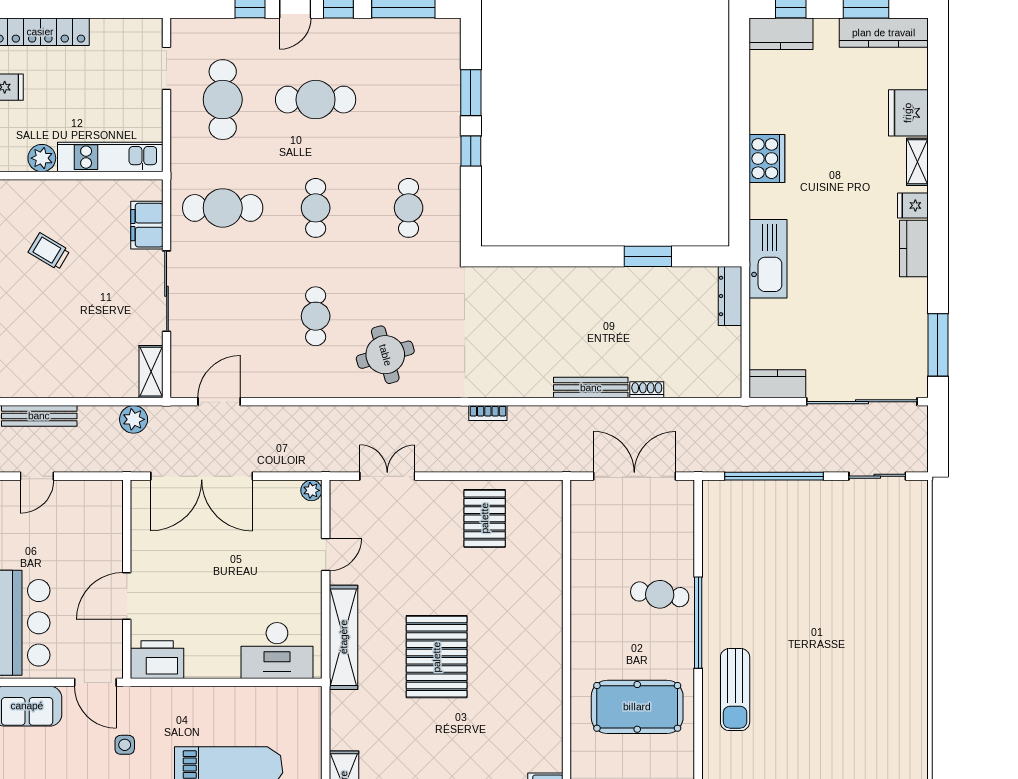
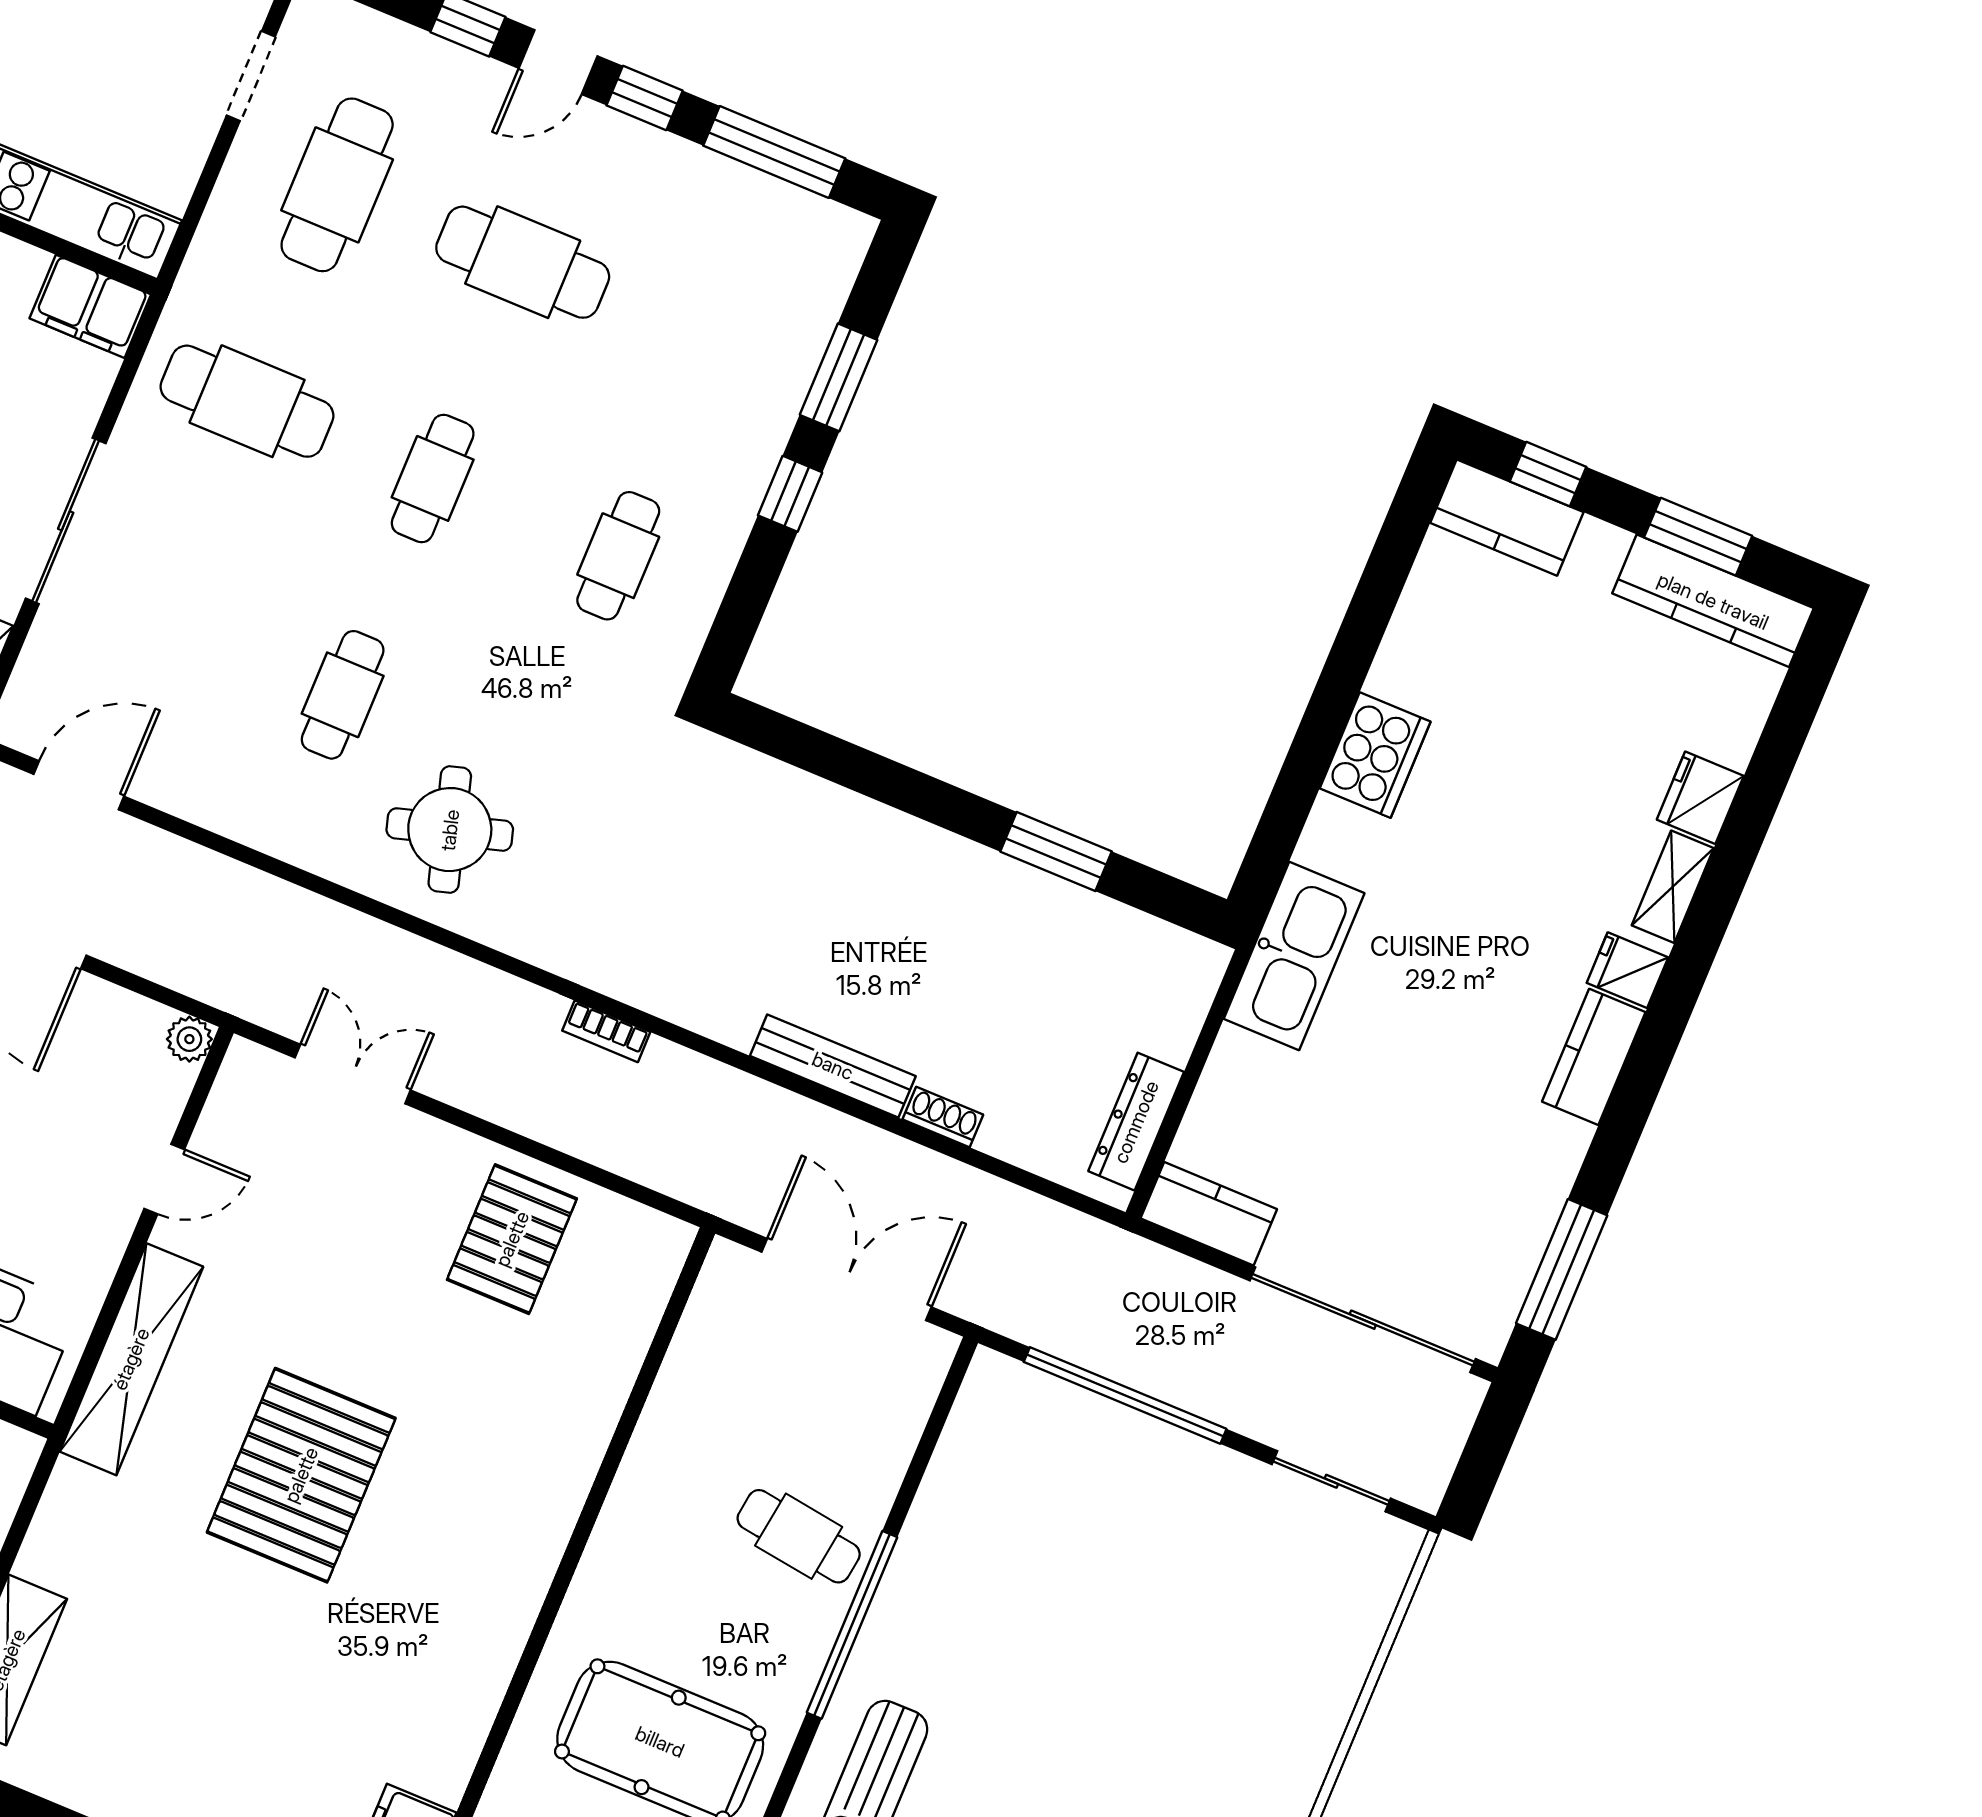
fridge: (908, 113) -> (1700, 798), width x0.73, depth x0.75
filing cabinet: (147, 225) -> (90, 306), moved, turned -90
dresser: (730, 296) -> (1136, 1122), moved

